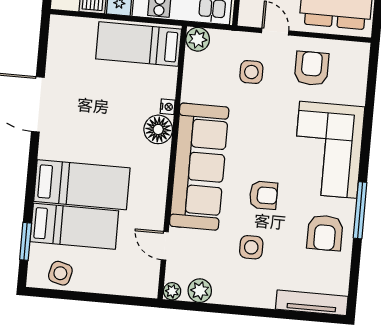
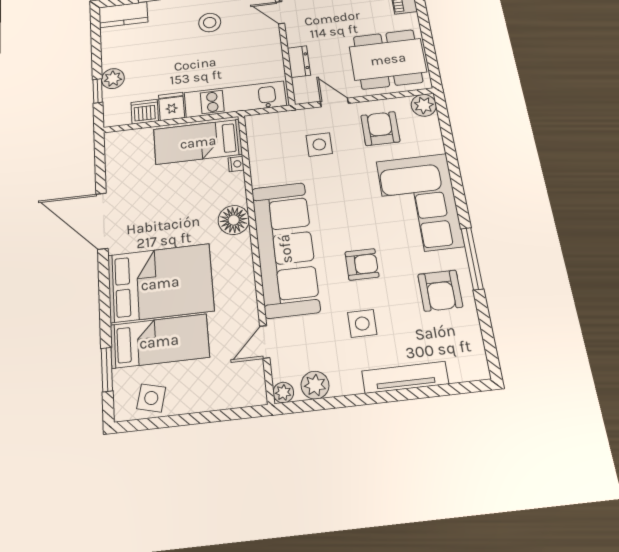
plant: (198, 39) -> (424, 105), moved
nightstand: (168, 107) -> (236, 164), moved
bed: (82, 185) -> (160, 283), width x1.50
door: (165, 246) -> (265, 342), hinge flipped
tv unit: (312, 303) -> (405, 377), moved

